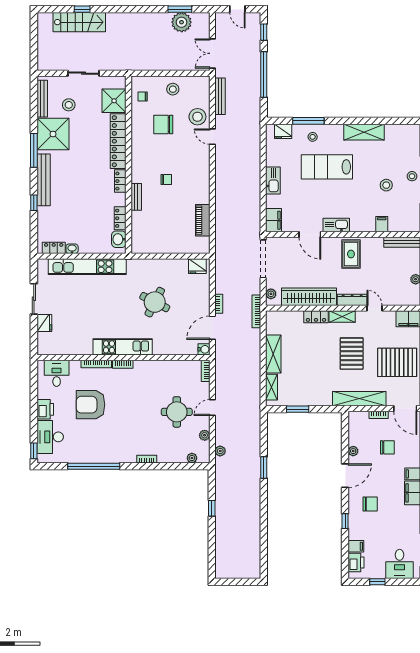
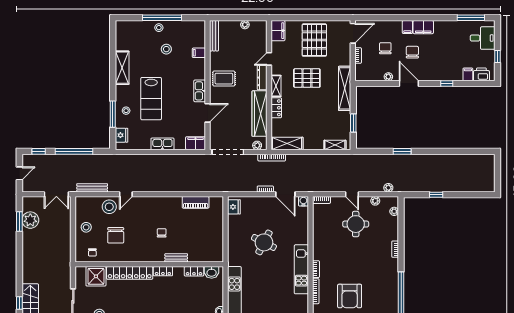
shelving: (273, 354) -> (287, 143), moved
shelving: (359, 399) -> (345, 88), moved
chair: (370, 504) -> (412, 52), moved

